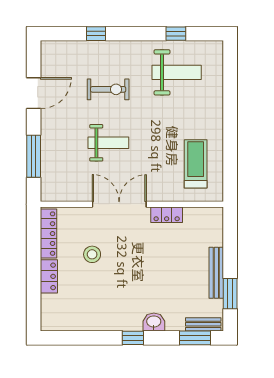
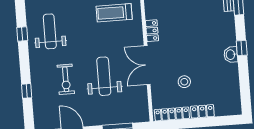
exercise bike: (108, 89) -> (66, 79), turned 180
weight bench: (108, 143) -> (104, 76), width x1.36, depth x1.33
washbasin: (154, 322) -> (231, 55), moved

